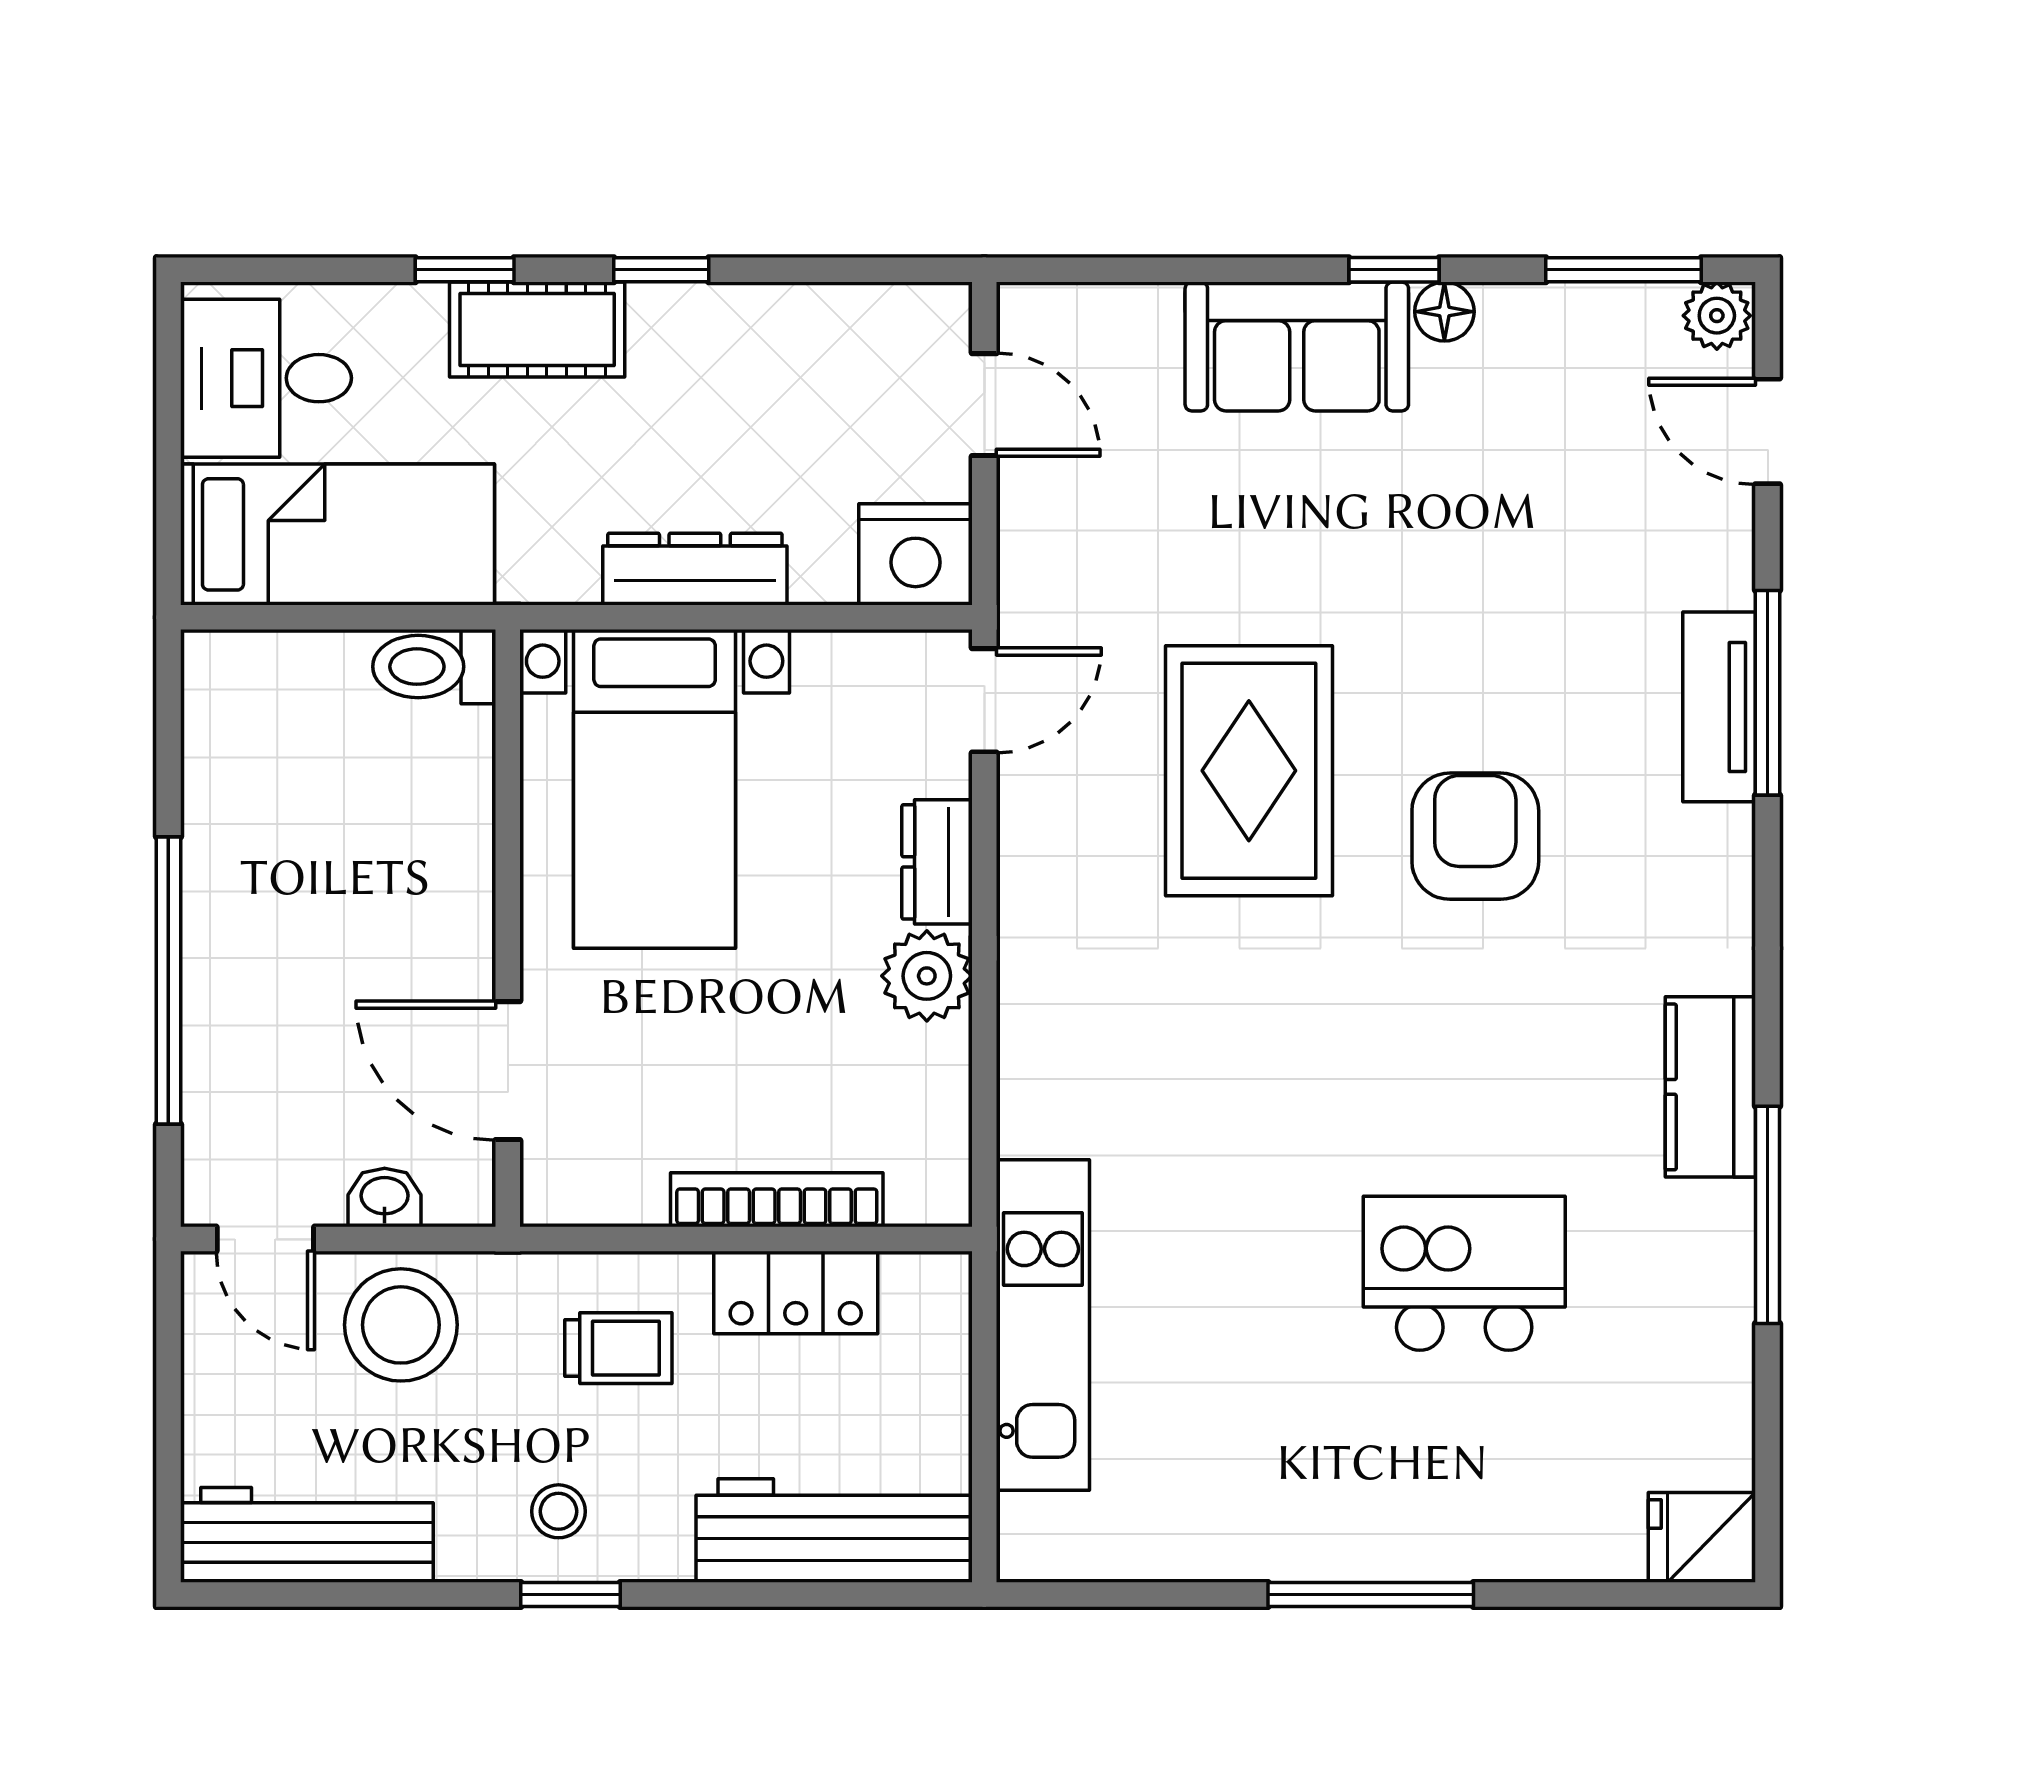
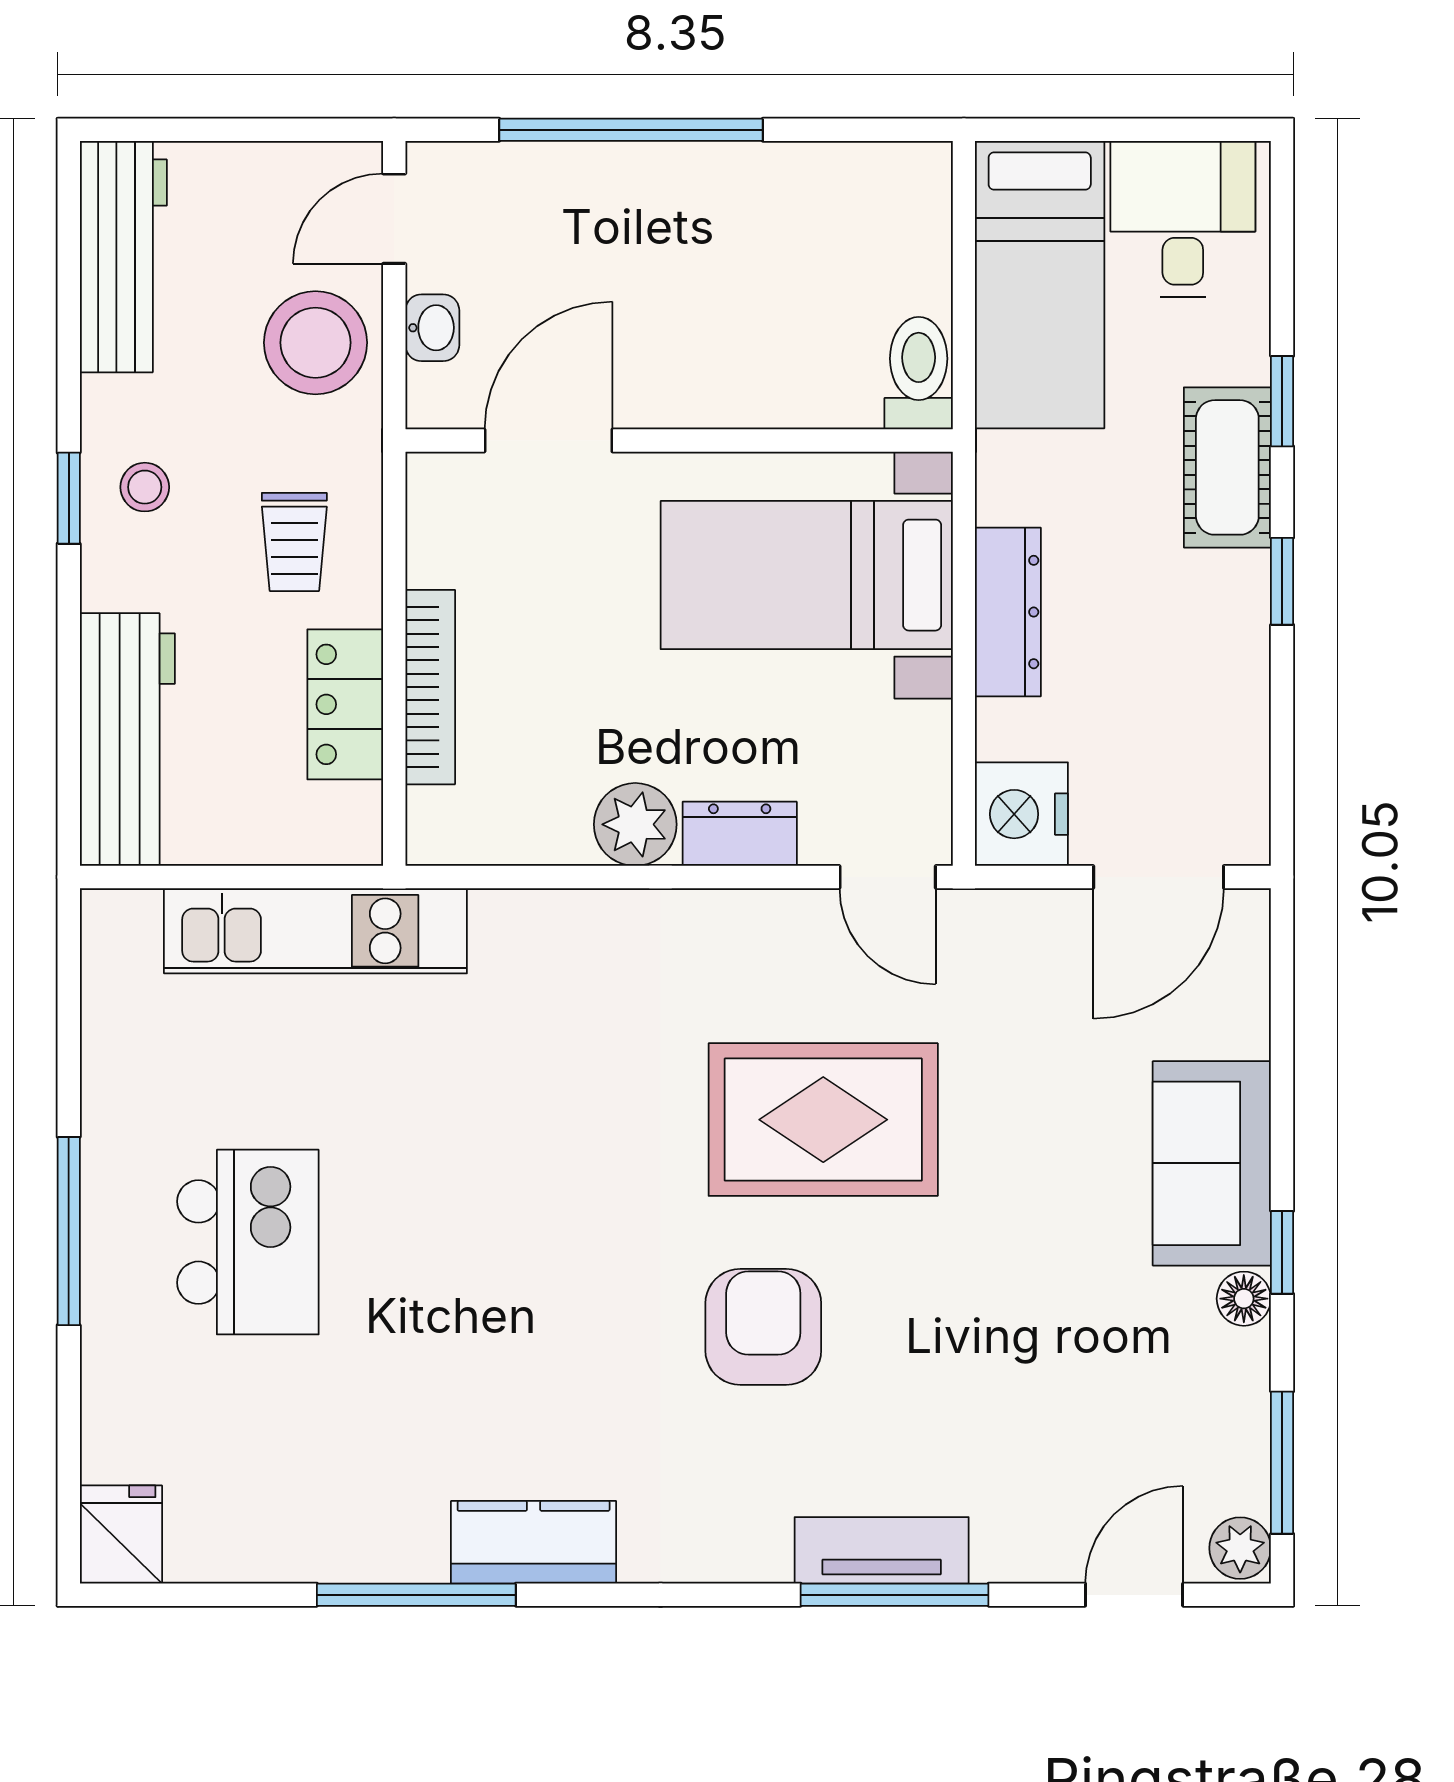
door: (984, 405) -> (1159, 877), width x1.38
armchair: (1475, 836) -> (763, 1327), turned -90
kitchen island: (1464, 1273) -> (248, 1242), moved

